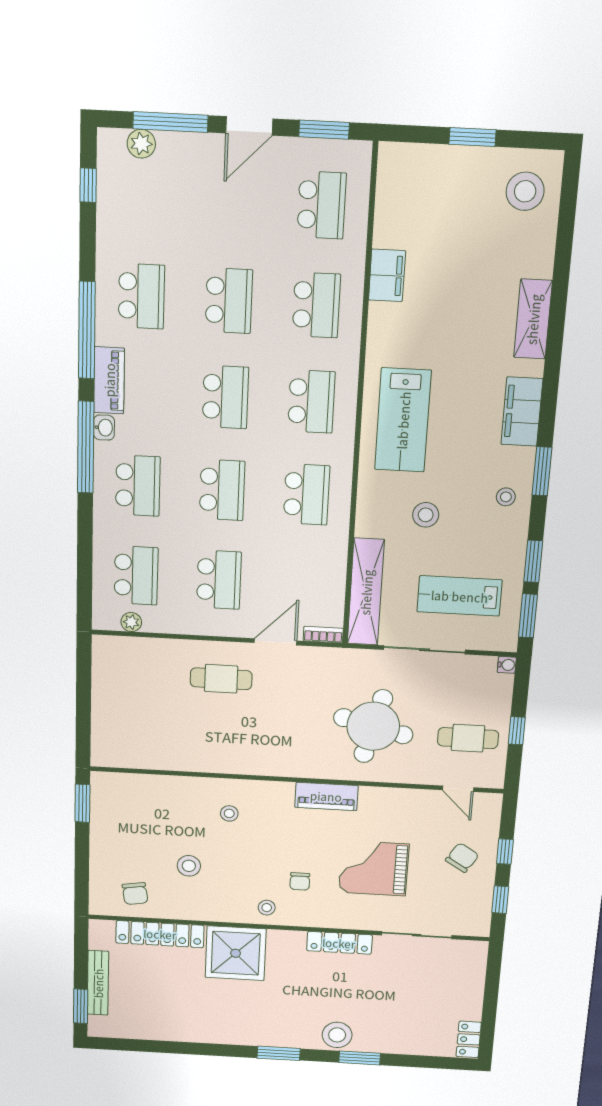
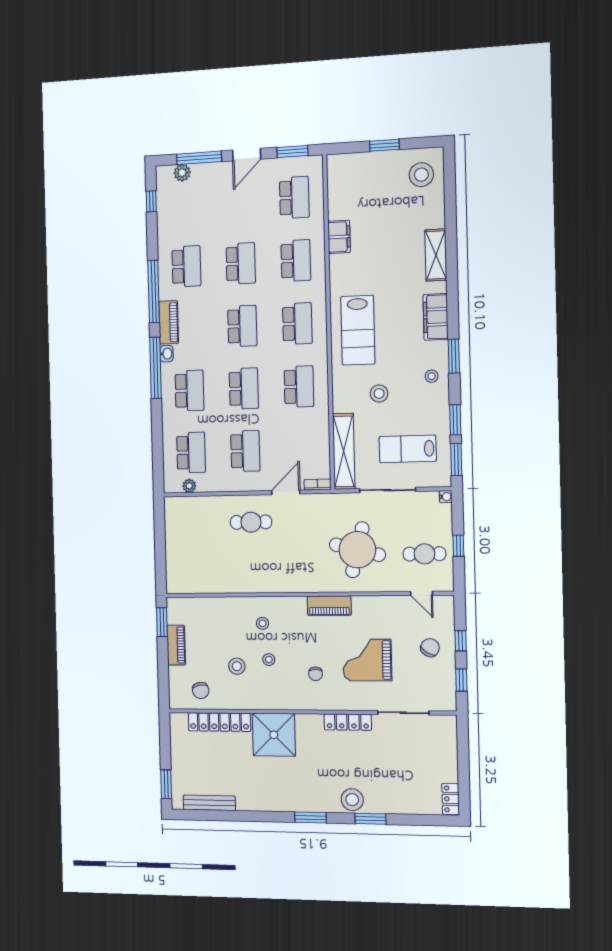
piano: (102, 834) -> (176, 645), added
stool: (267, 908) -> (269, 660), moved
bench: (98, 983) -> (209, 803), moved, turned 90

